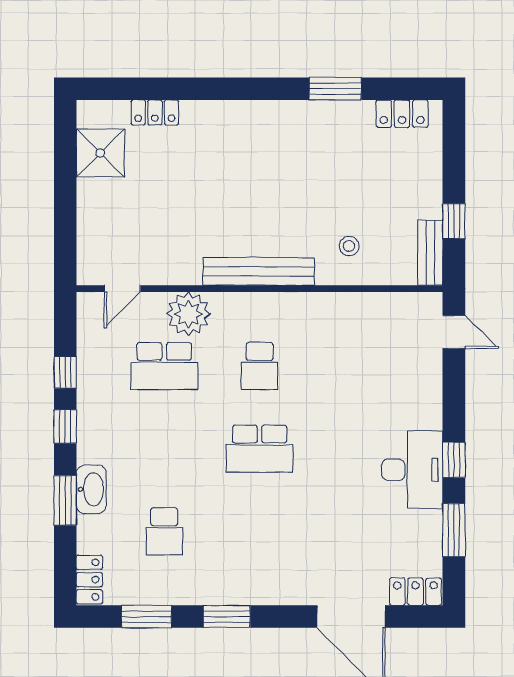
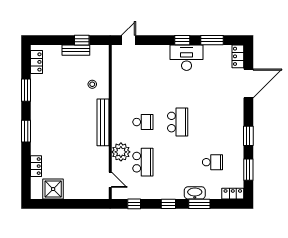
window: (238, 89) -> (26, 131), added
bench: (430, 253) -> (76, 50), moved
window: (65, 372) -> (134, 204), moved

